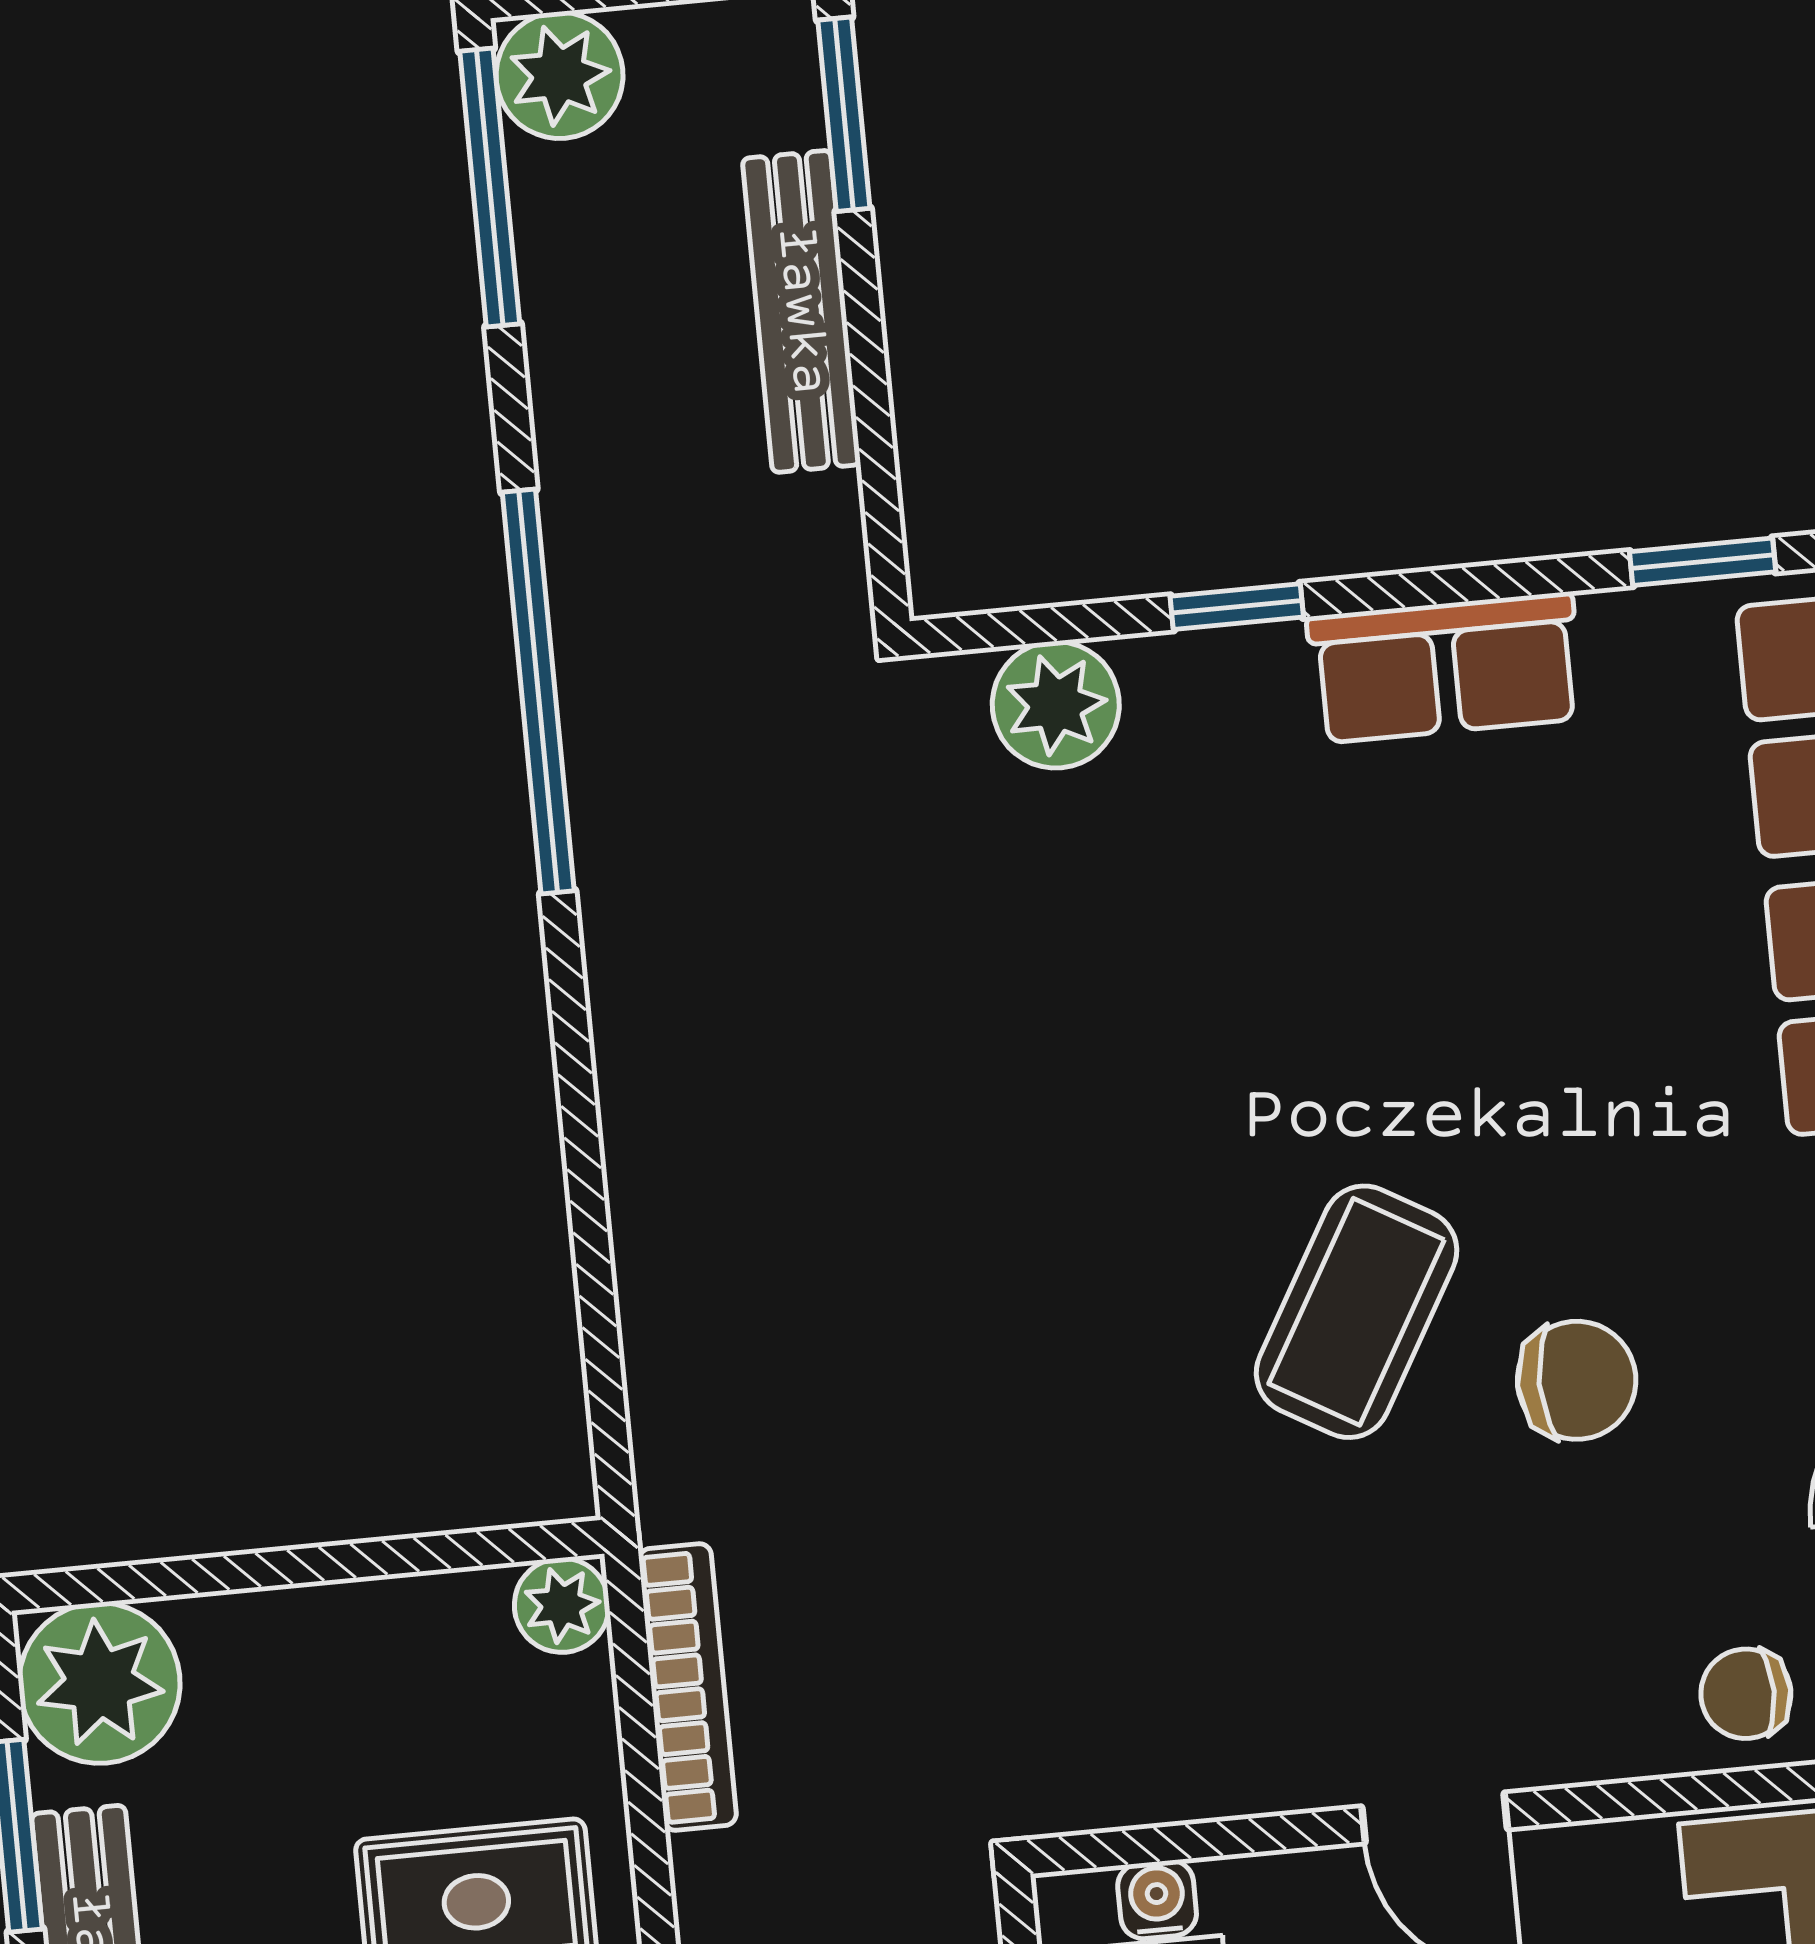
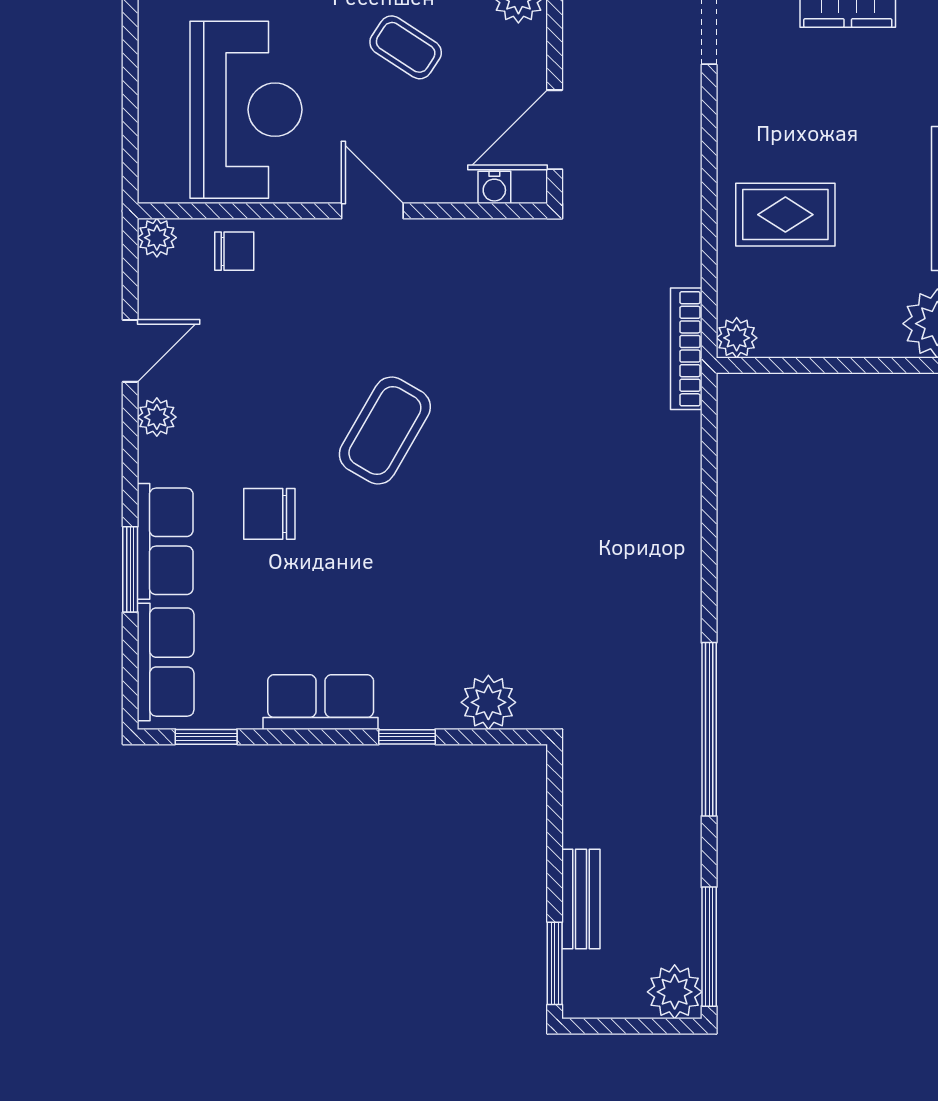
bench: (801, 311) -> (581, 899), width x0.73
chair: (1577, 1380) -> (269, 514), moved
bookcase: (687, 1687) -> (686, 349), moved

